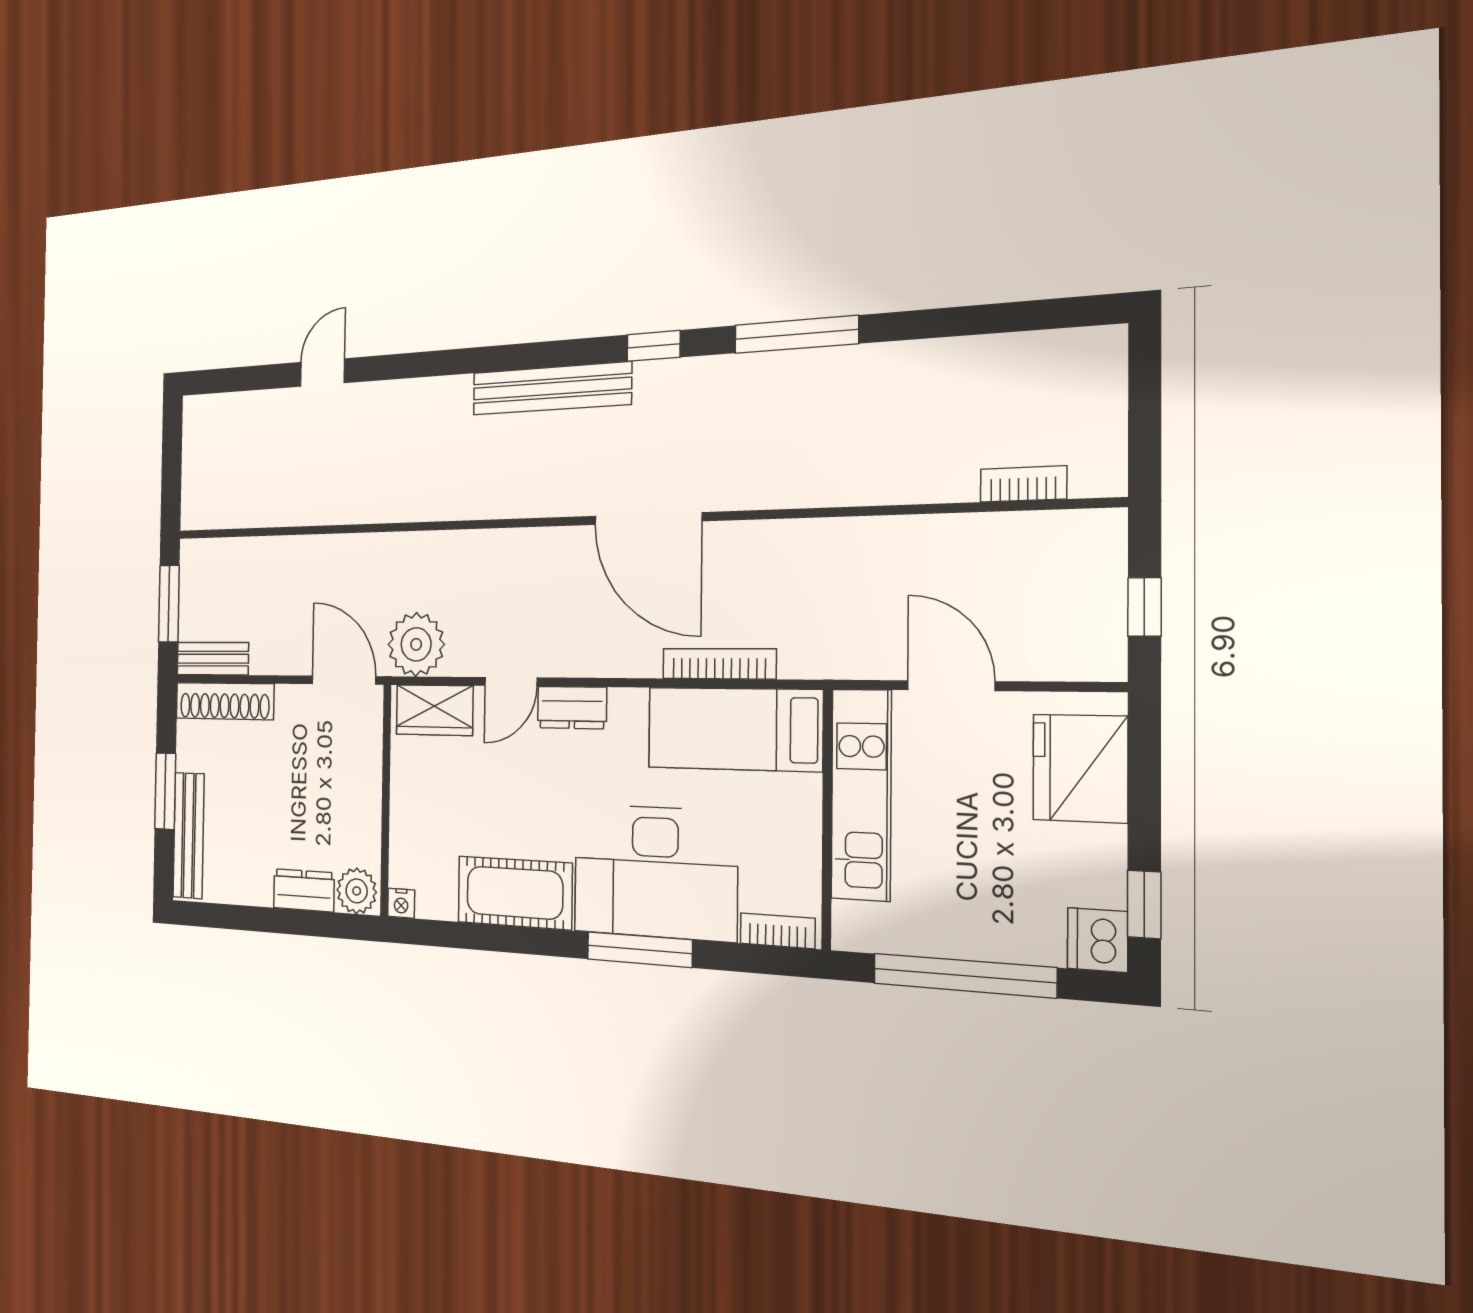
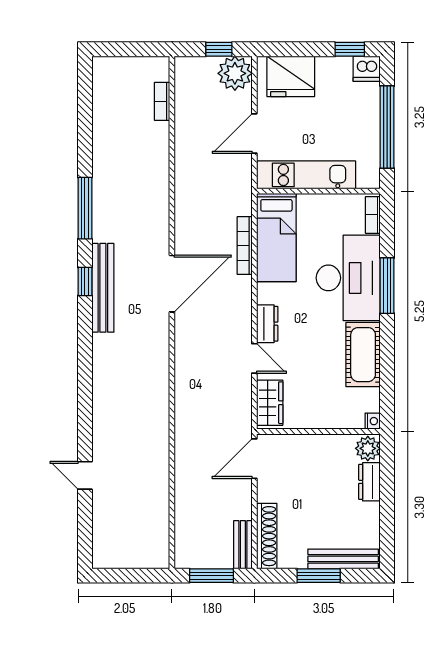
bench: (551, 389) -> (103, 288), moved
plant: (416, 644) -> (235, 73), moved

